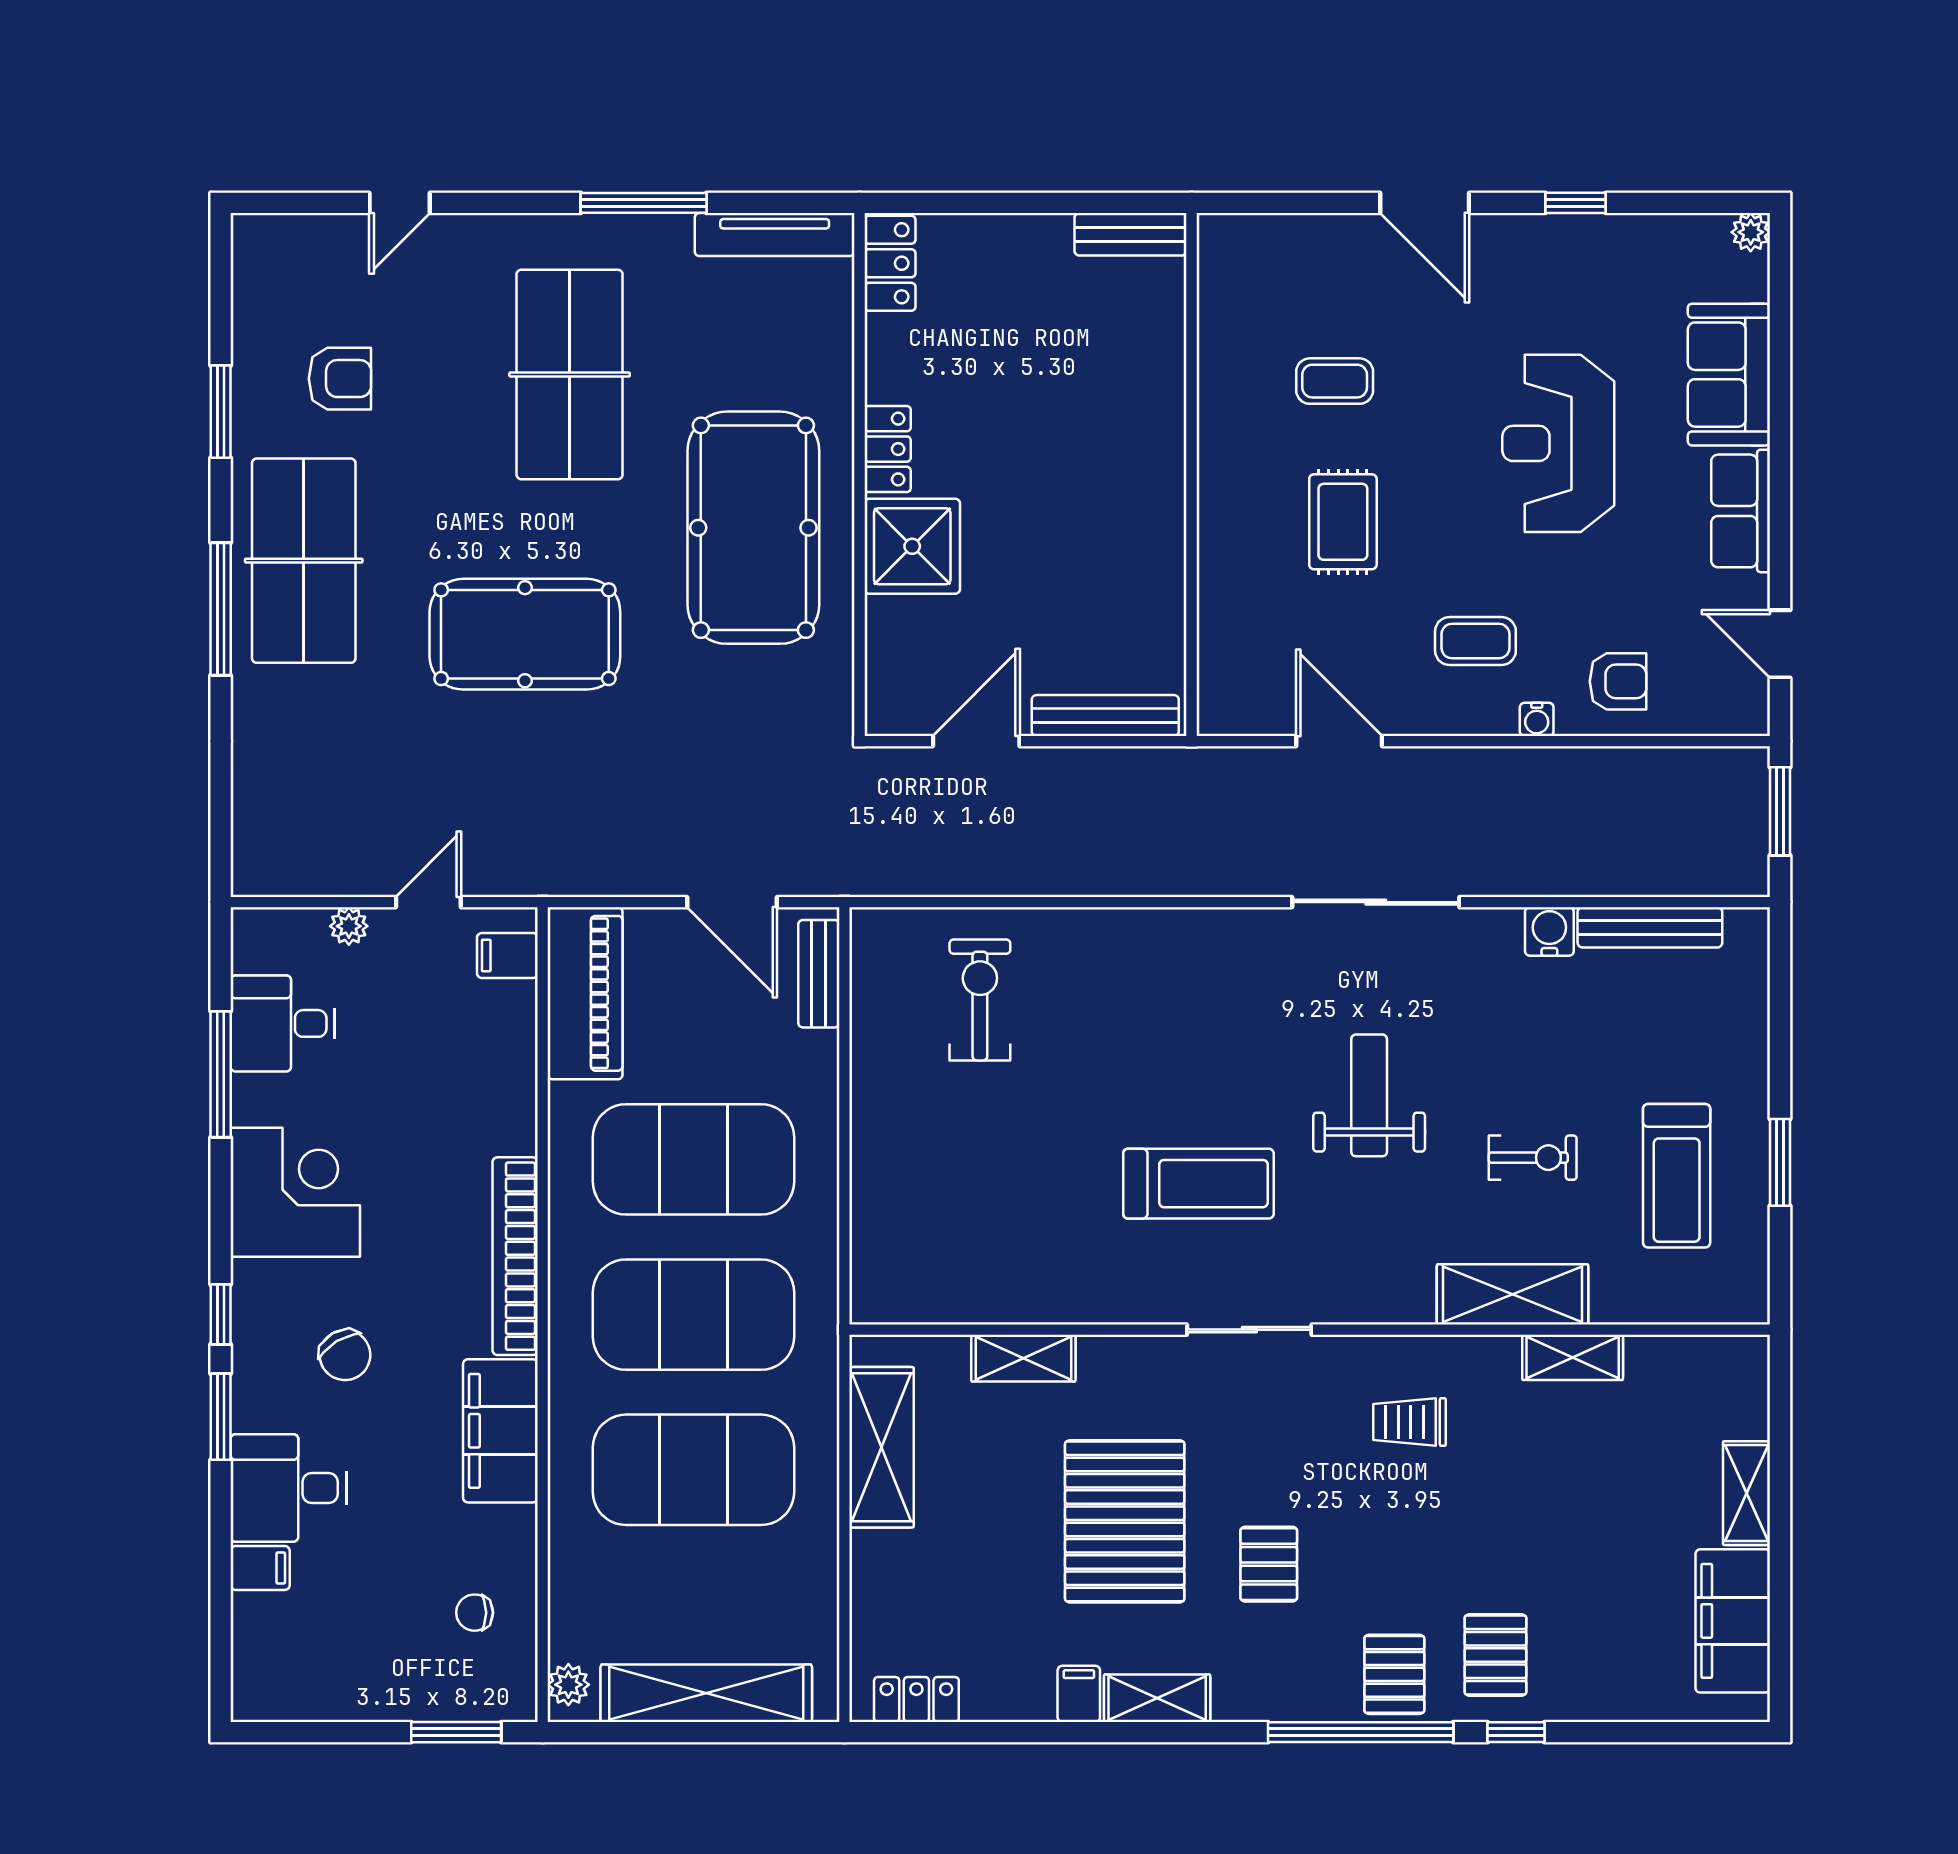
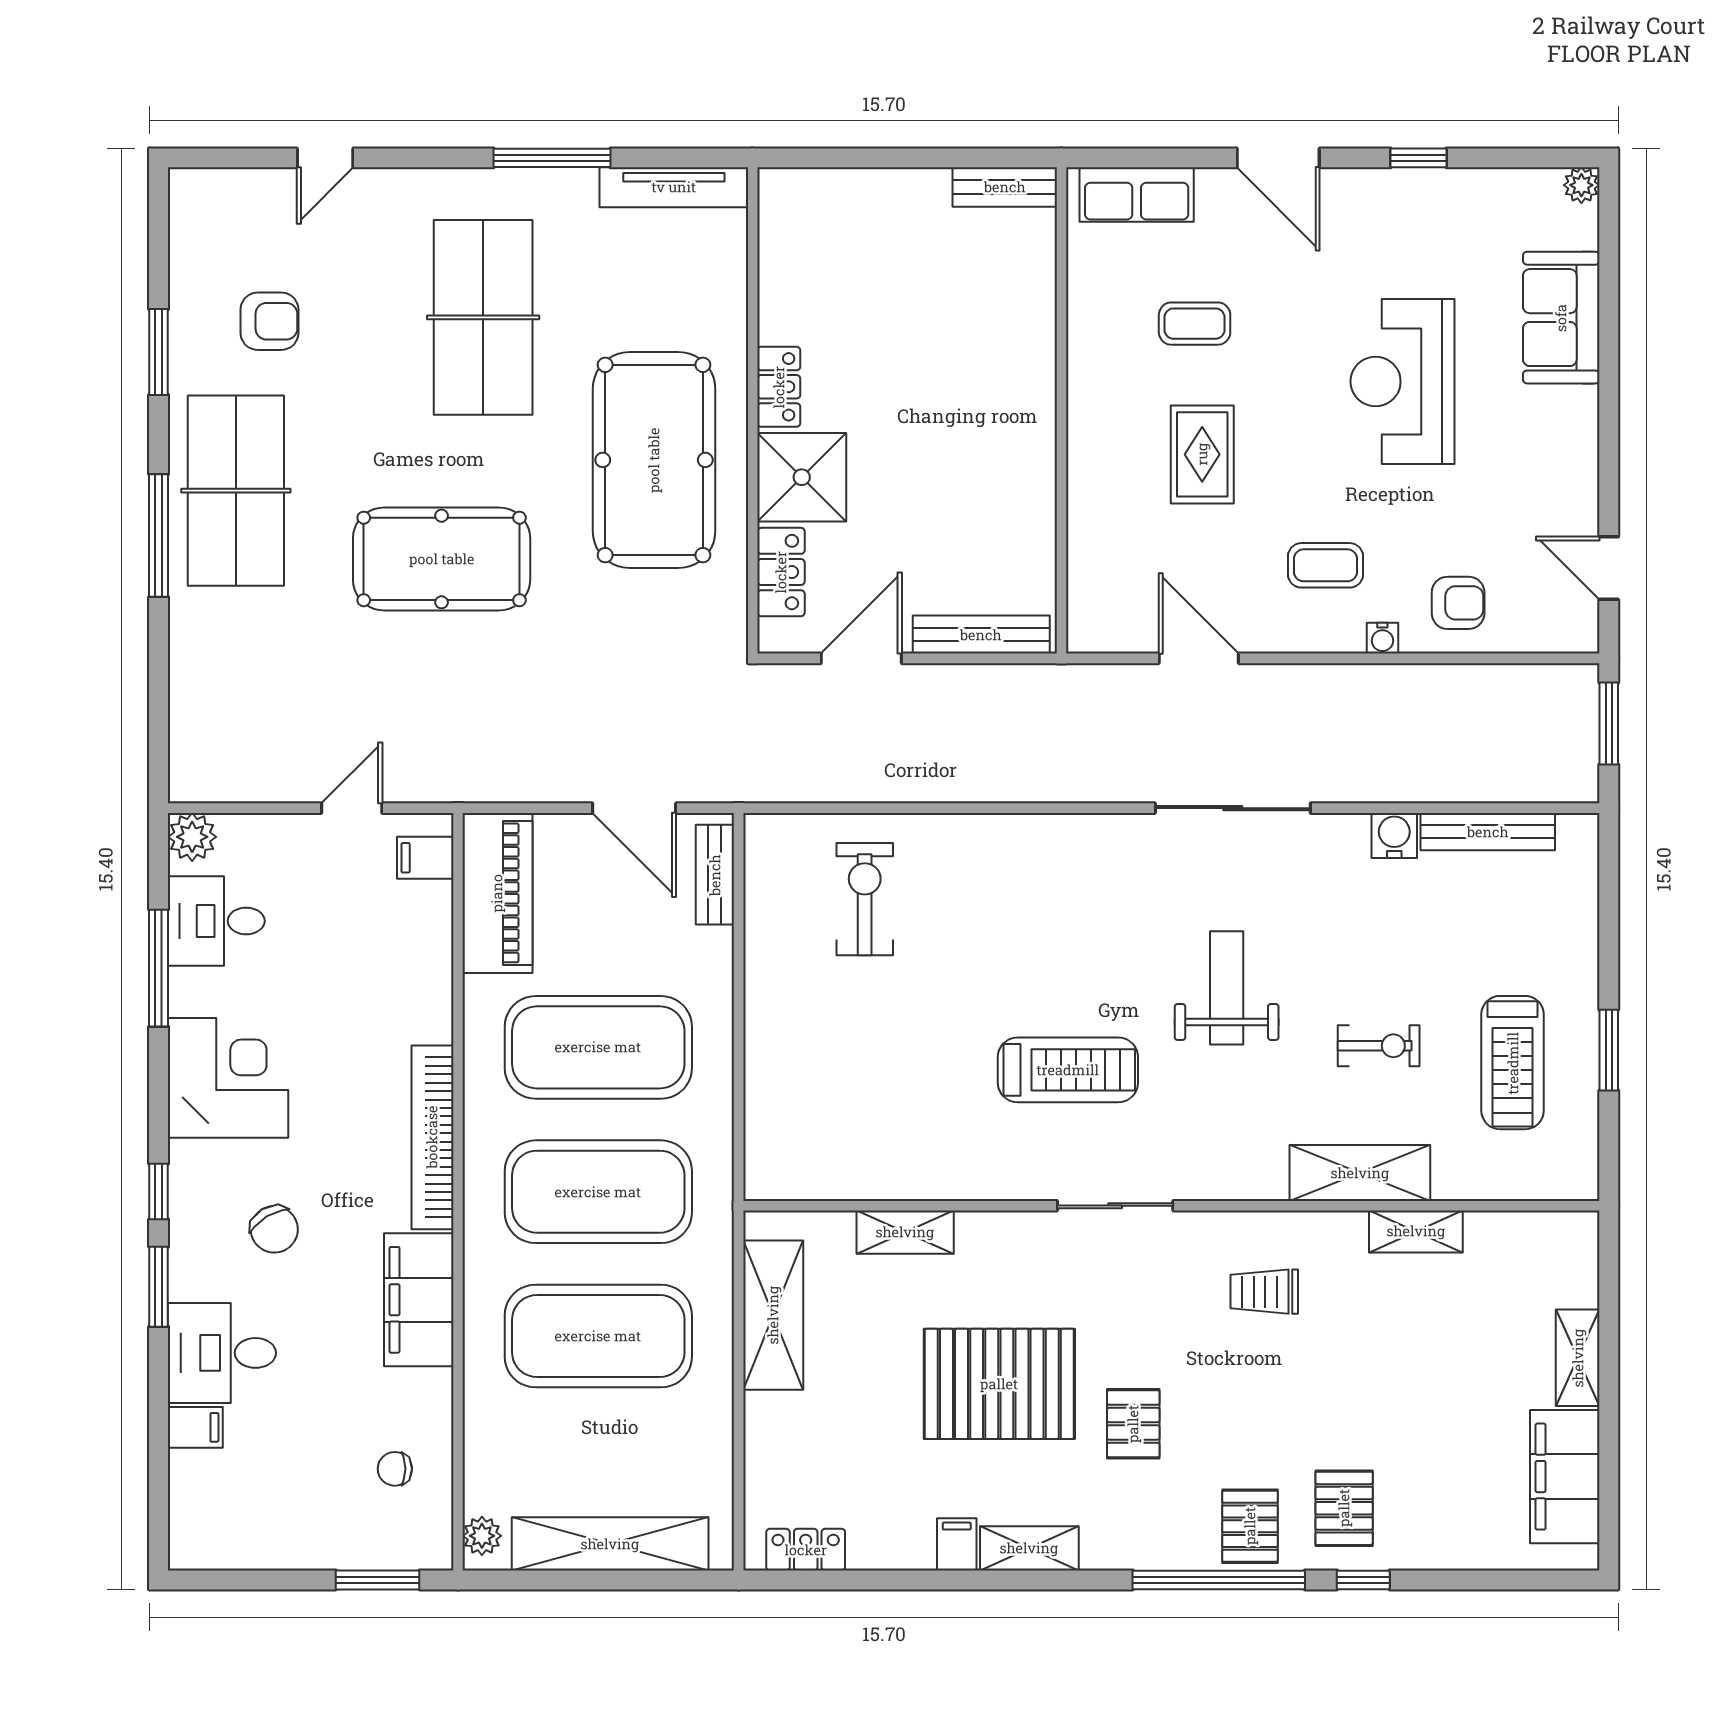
locker: (890, 263) -> (781, 572), moved
row of seats: (1741, 511) -> (1137, 195), moved, turned -90
plant: (349, 926) -> (192, 837), moved, width x1.38, depth x1.38
pallet: (1125, 1521) -> (999, 1384), turned 90

